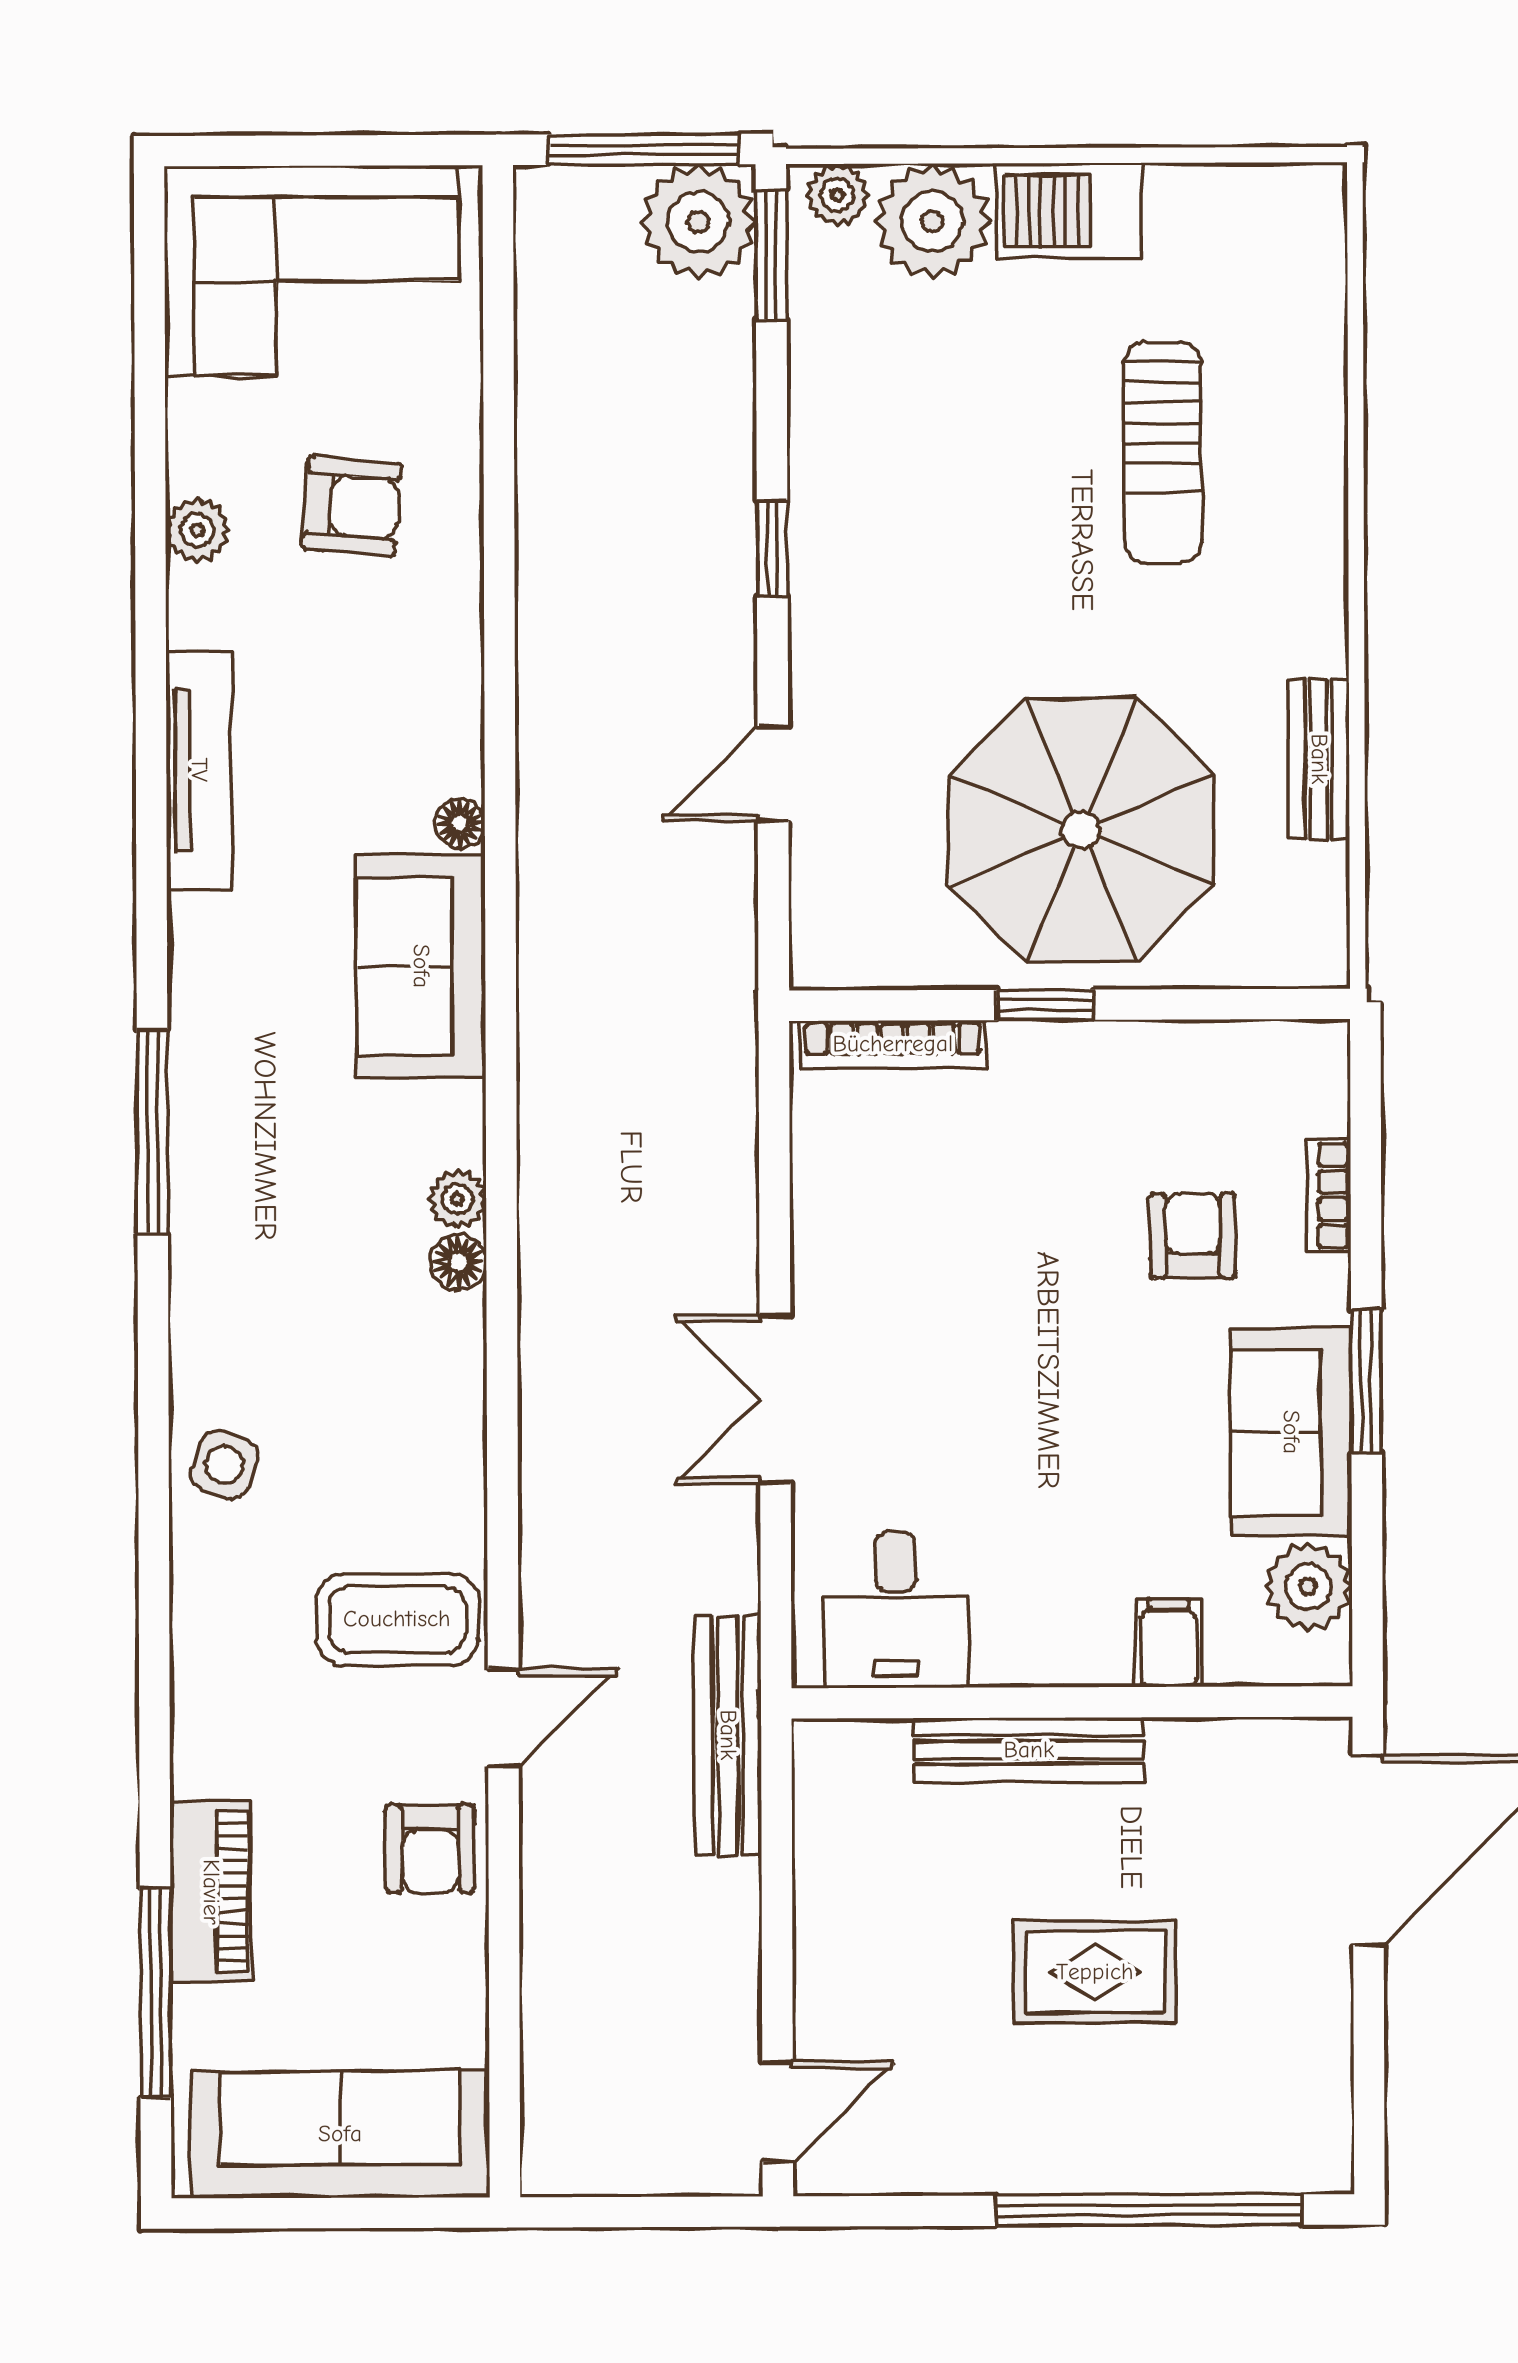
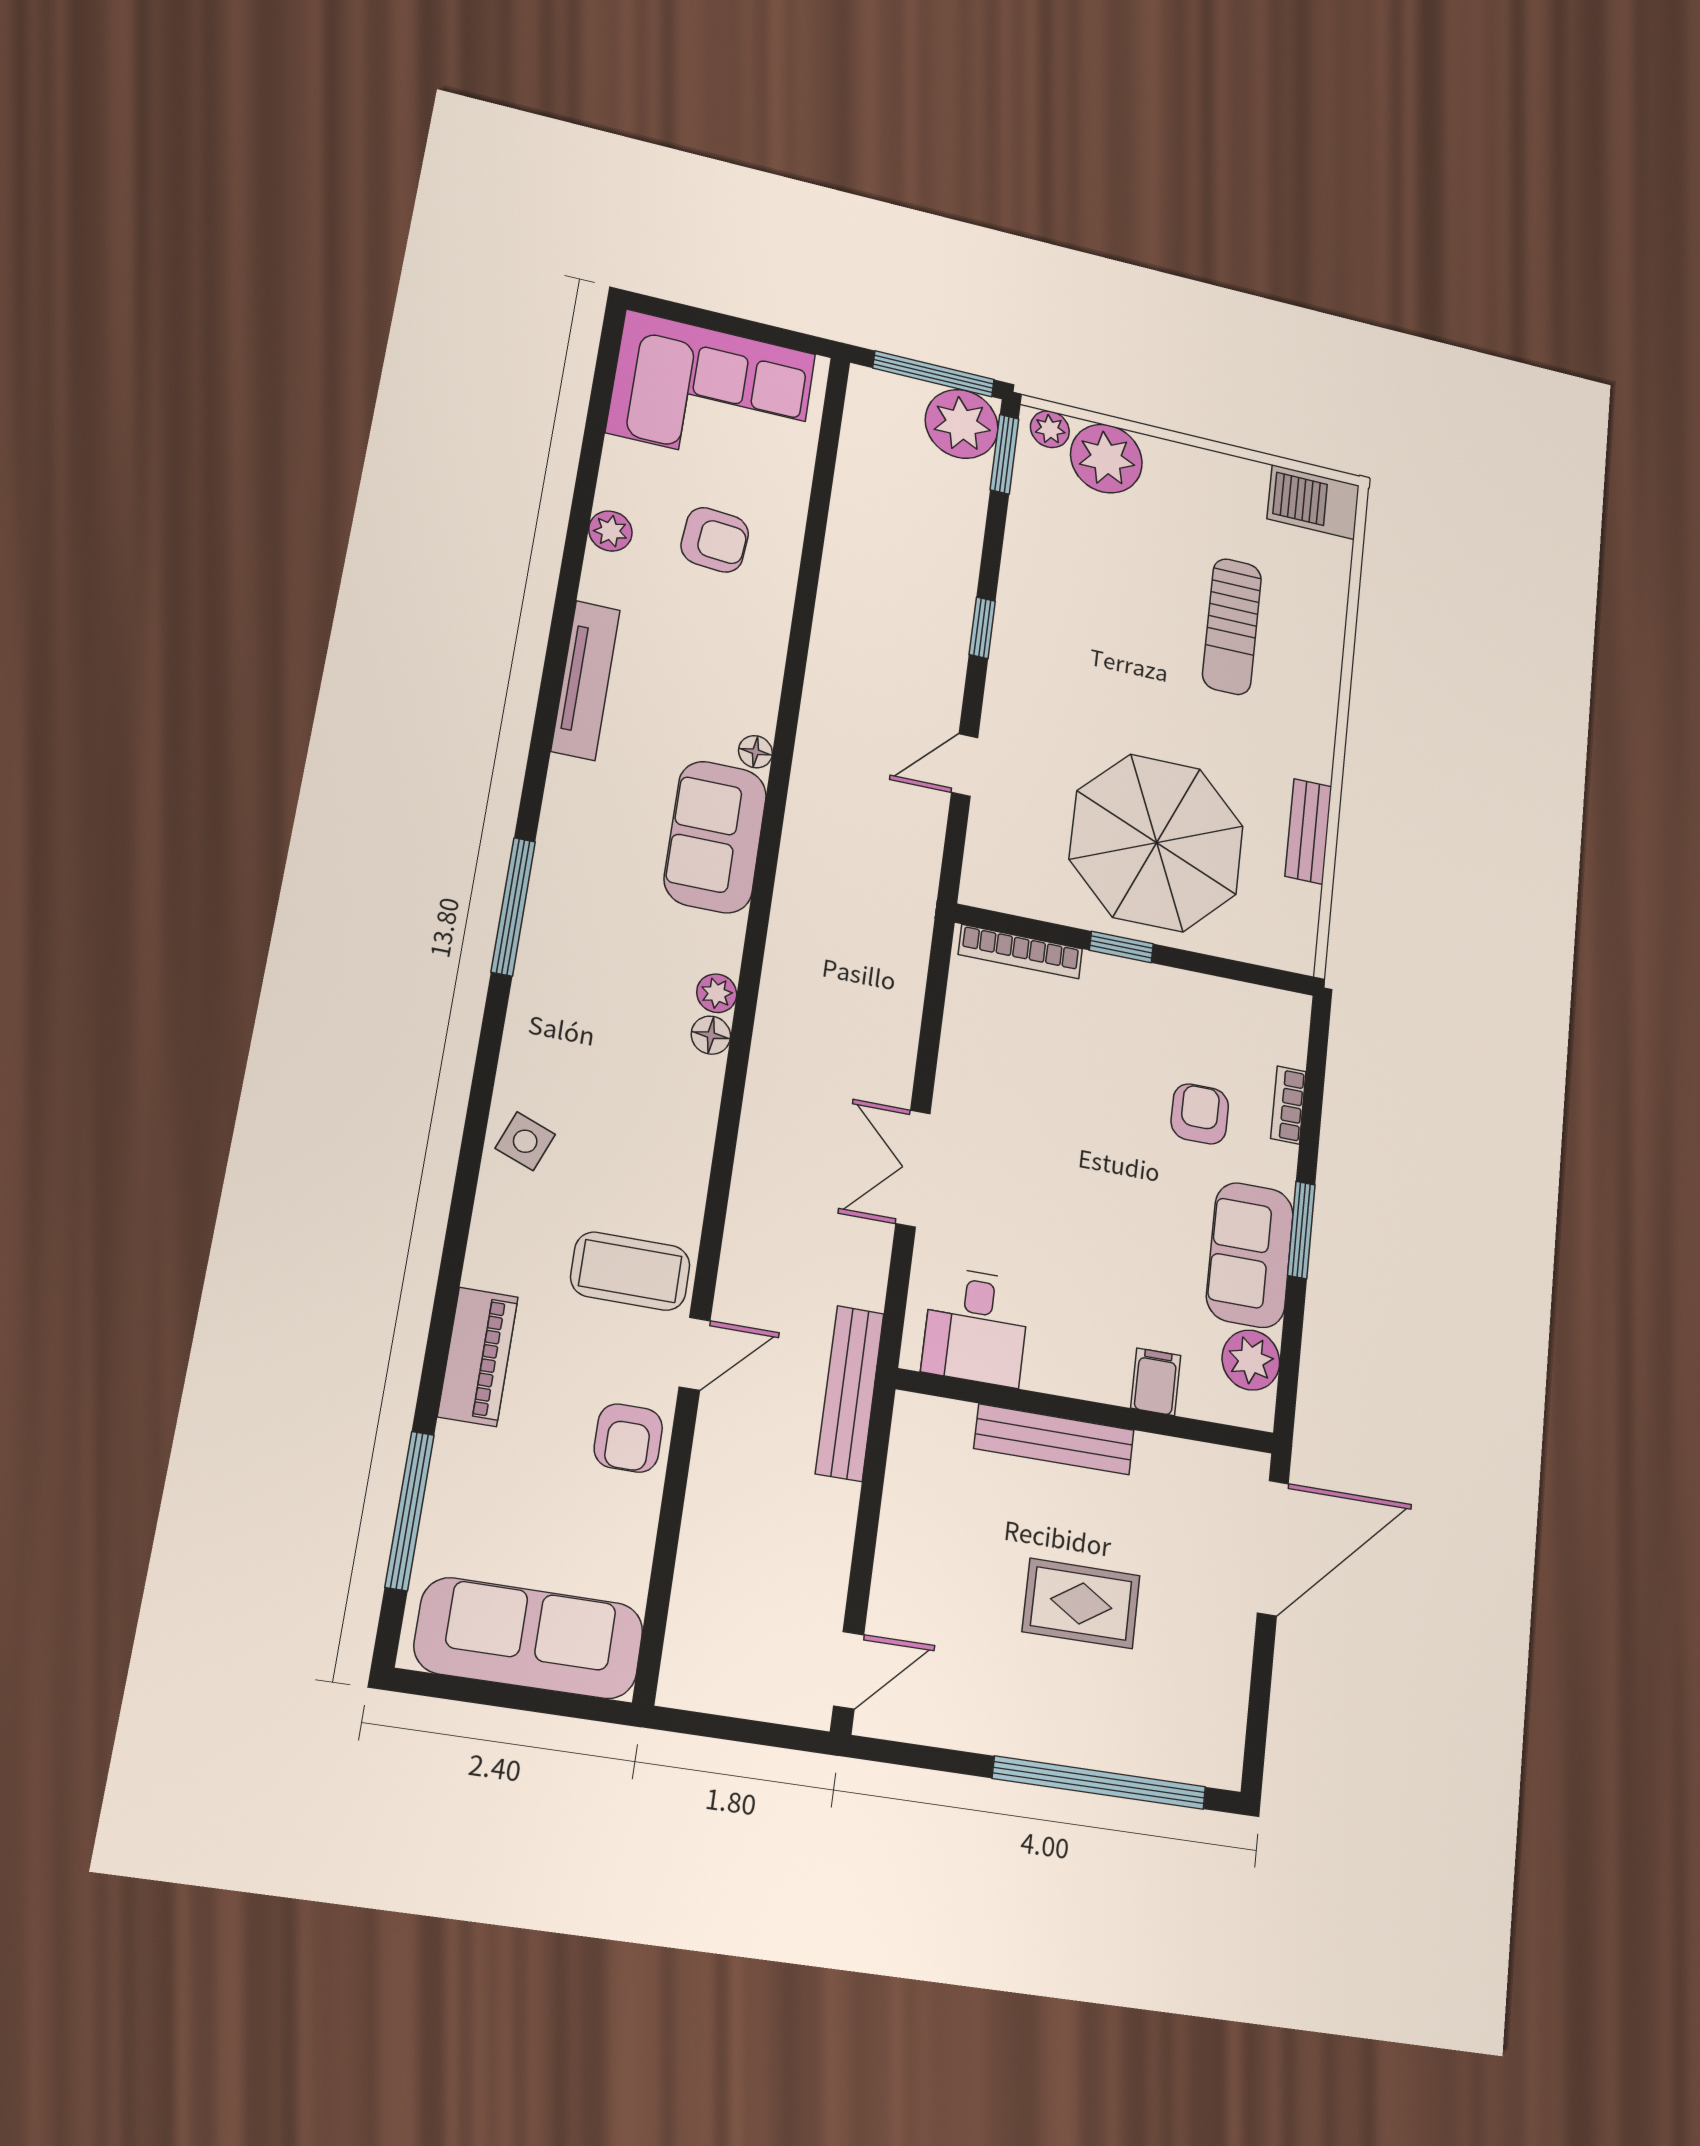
barbecue: (1069, 211) -> (1313, 502), moved
piano: (211, 1892) -> (478, 1357), moved

